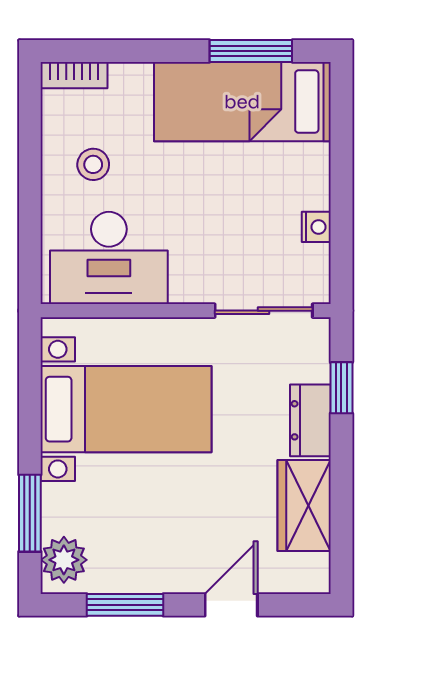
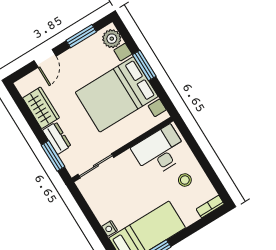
nightstand: (316, 227) -> (110, 228), moved
window: (341, 388) -> (53, 156), width x1.50
bed with nightstands: (126, 409) -> (117, 94), width x1.36
window: (30, 513) -> (144, 66), moved

